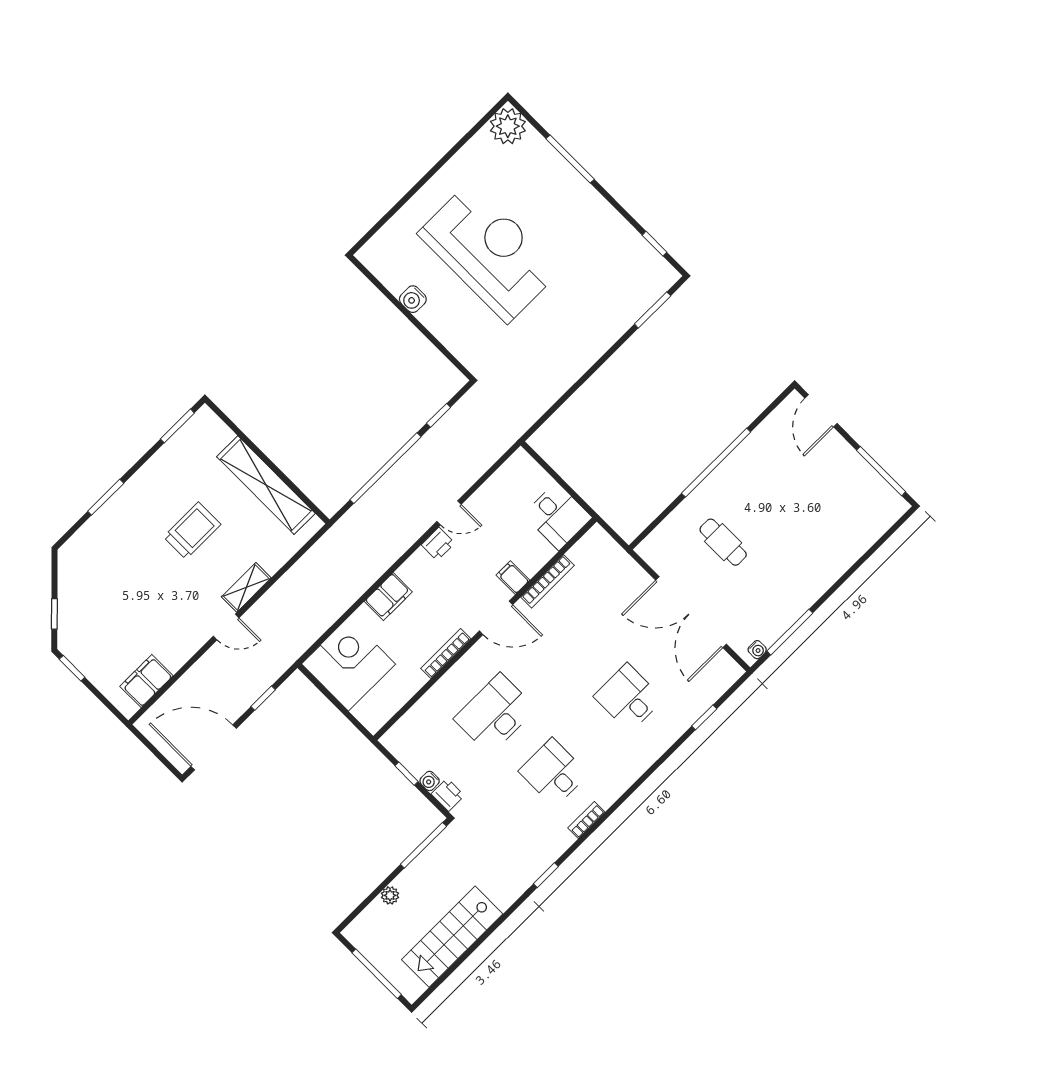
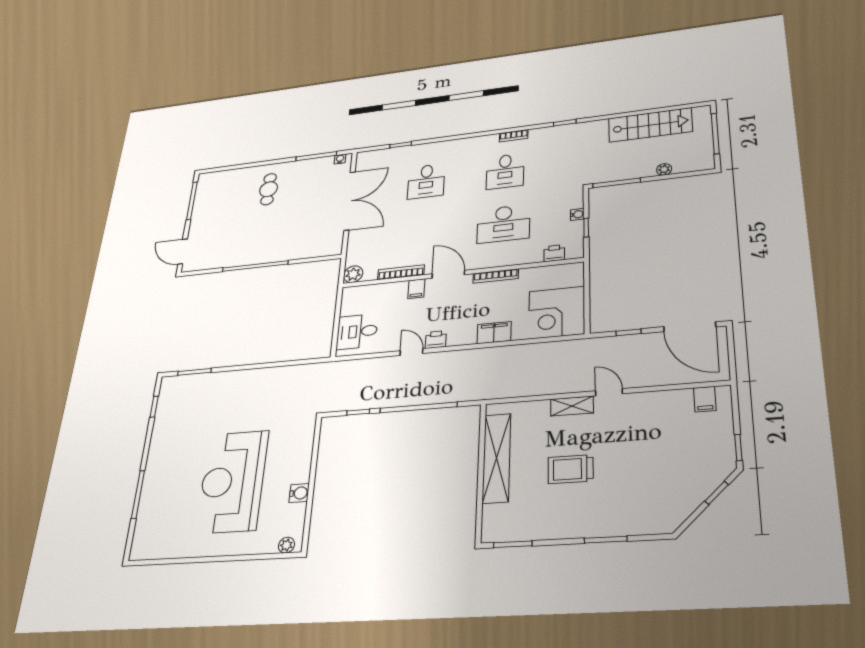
plant: (508, 126) -> (286, 545), moved, width x0.53, depth x0.53
door: (821, 411) -> (183, 252), swing flipped
desk: (558, 516) -> (357, 332), moved, turned -90
plant: (597, 539) -> (353, 274), added
cafe table: (723, 542) -> (269, 189), moved
filing cabinet: (146, 681) -> (705, 399), width x0.50
printer: (448, 795) -> (554, 253), moved, turned 90

